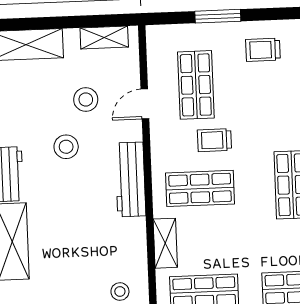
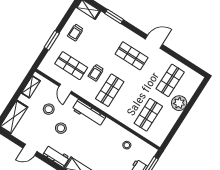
shelving: (165, 243) -> (121, 117), removed

